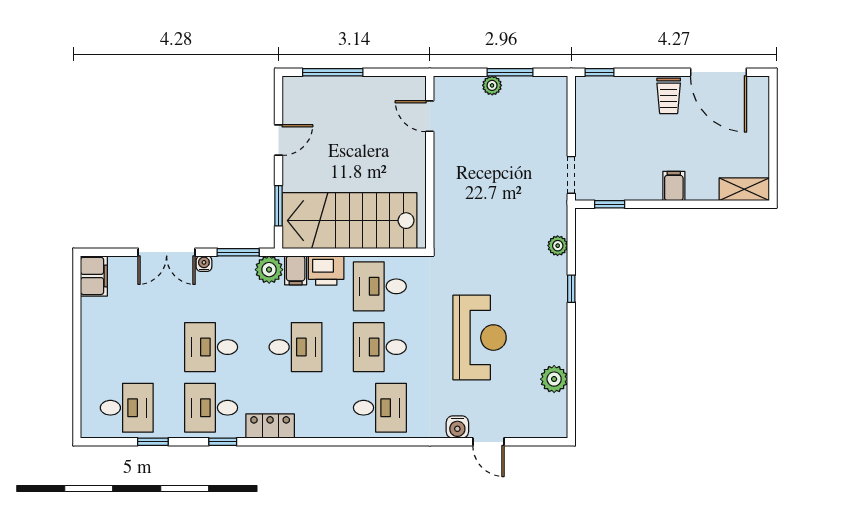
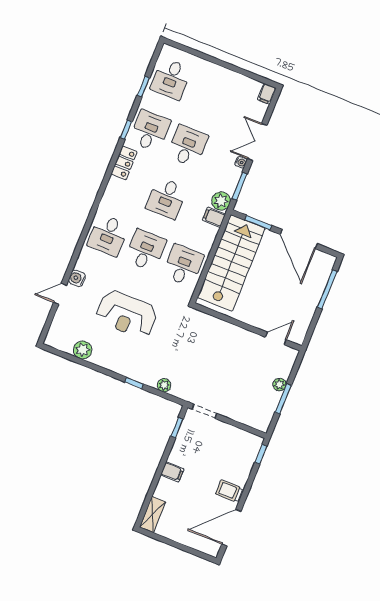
door: (279, 140) -> (299, 239), width x1.88
printer: (326, 270) -> (206, 236), removed
filing cabinet: (94, 276) -> (267, 94), width x0.50

